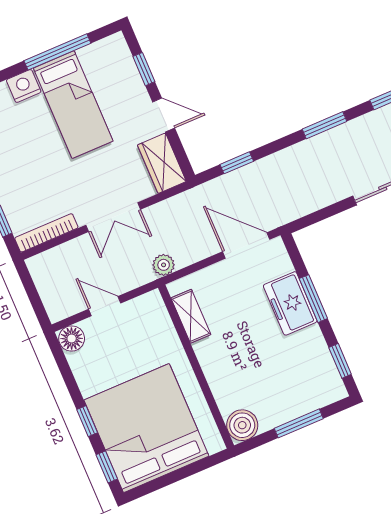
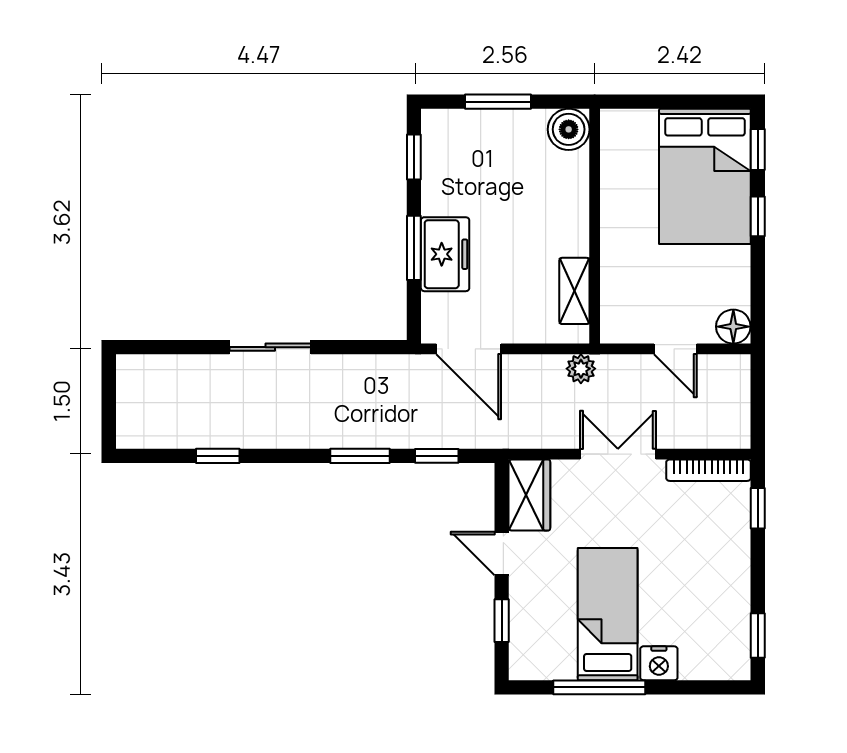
window: (324, 125) -> (360, 456), moved
bed: (146, 428) -> (705, 176), width x0.73

